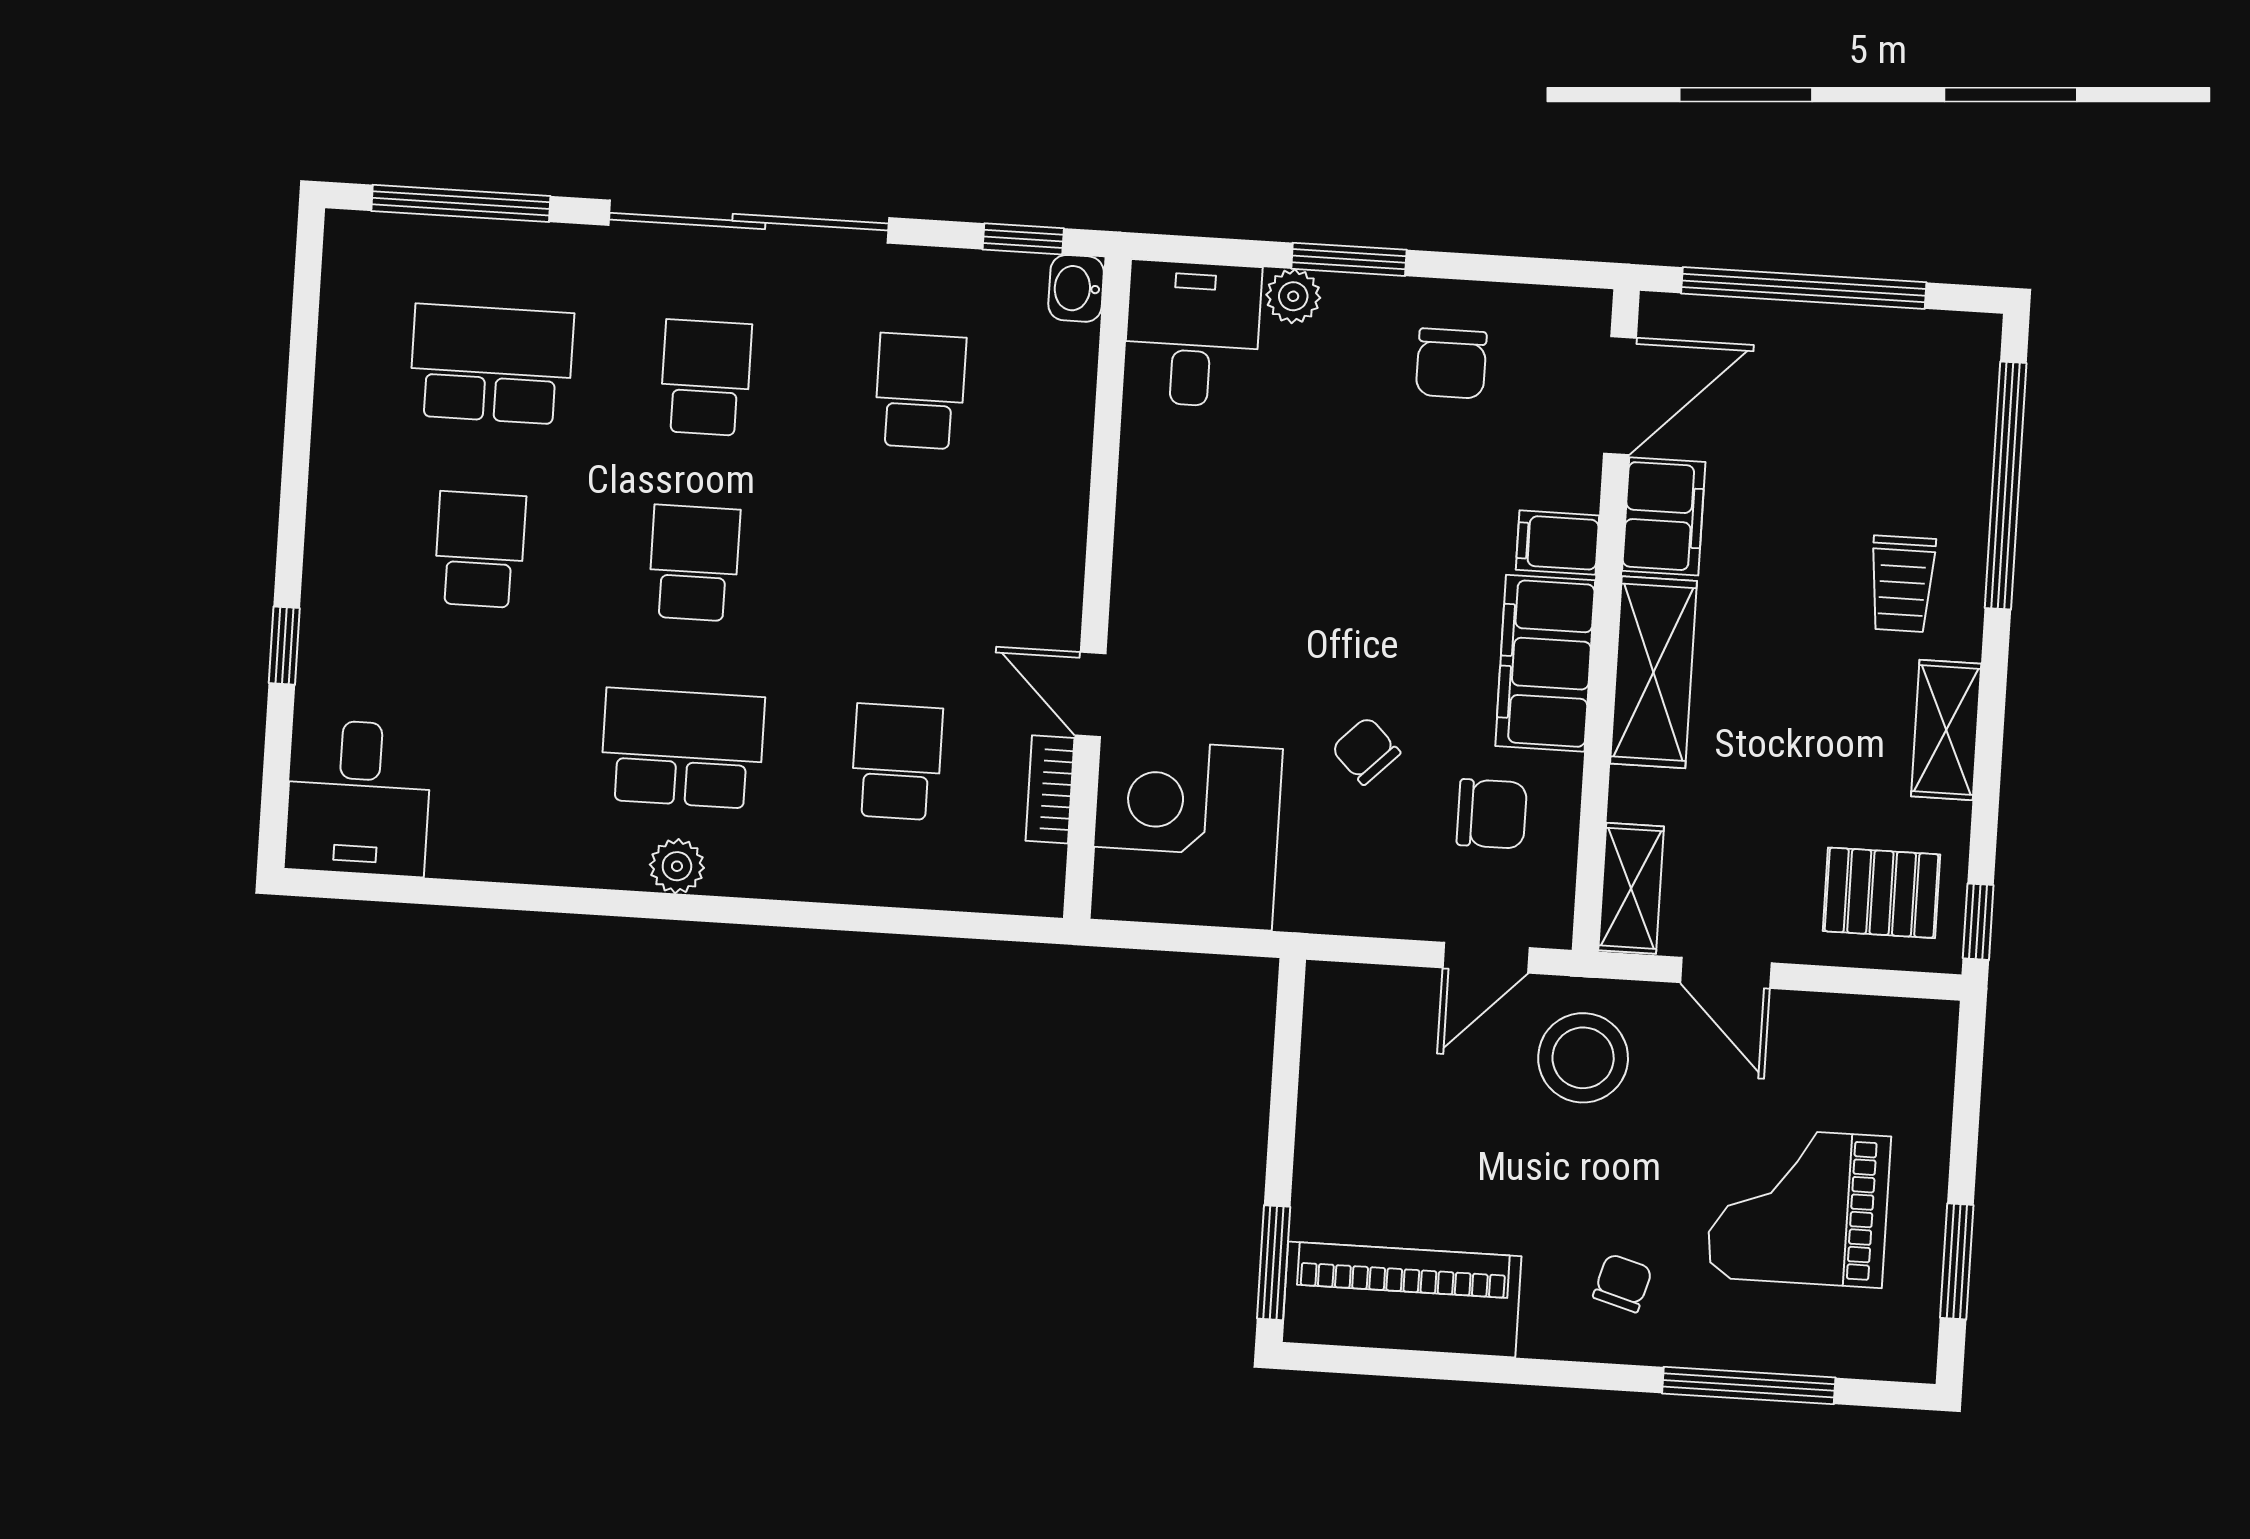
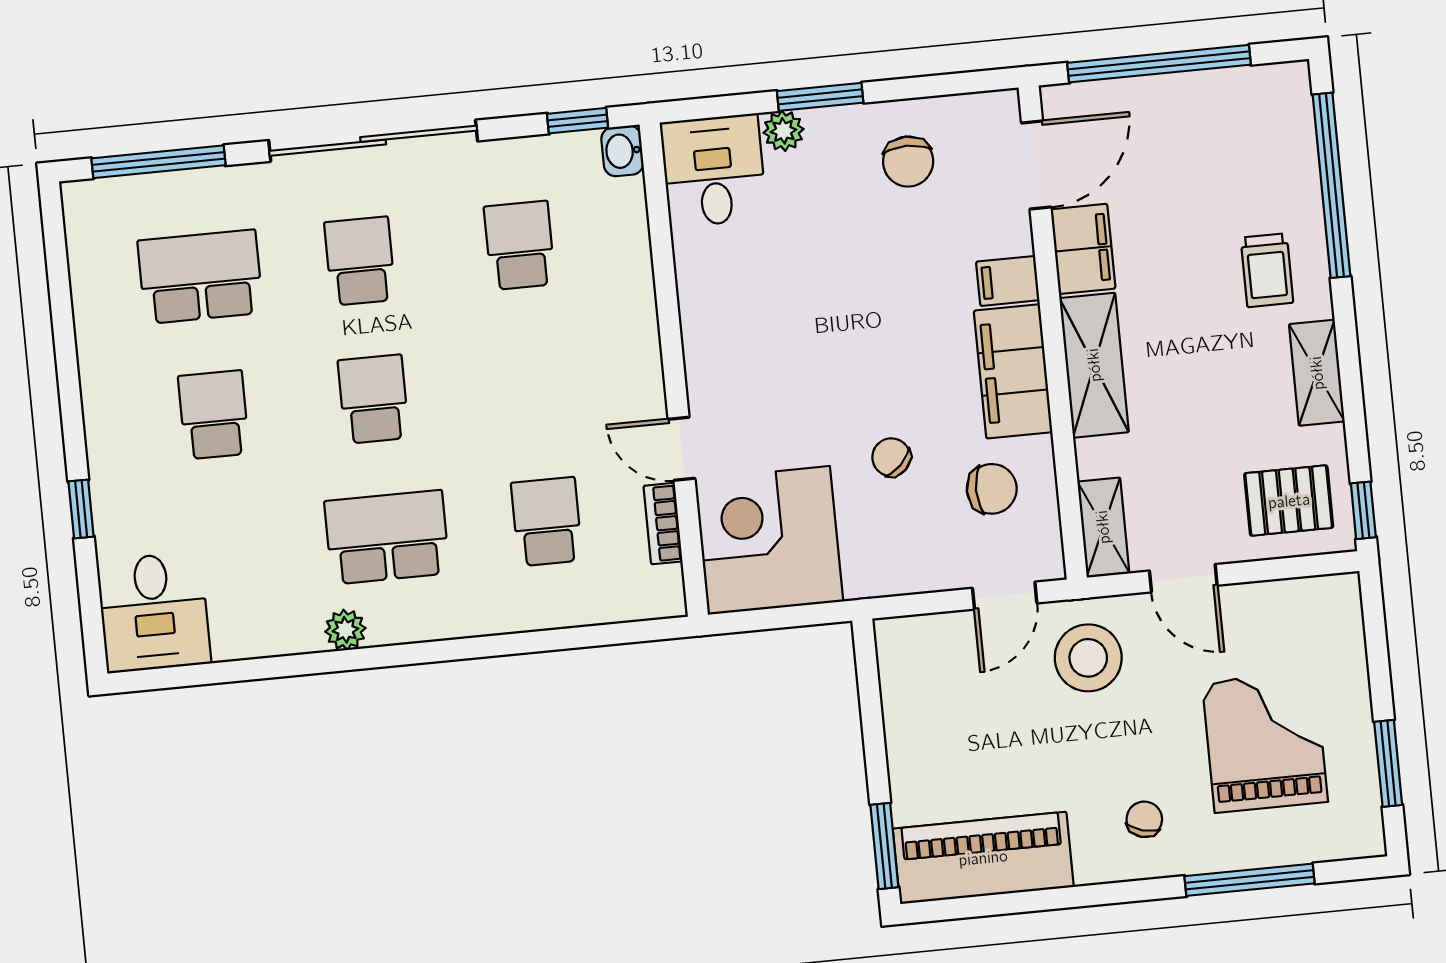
plant: (677, 866) -> (345, 630), moved
grand piano: (1799, 1207) -> (1265, 742), turned 90

